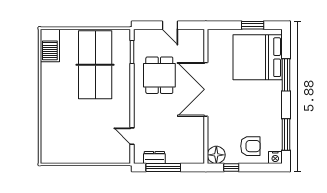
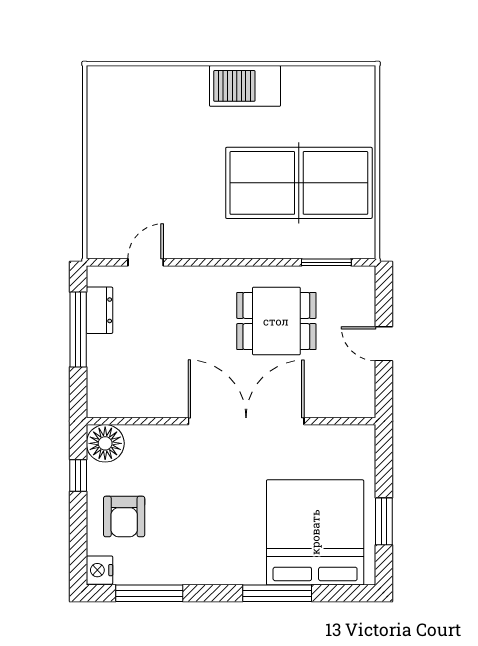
door: (170, 25) -> (384, 344), hinge flipped
barbecue: (50, 45) -> (245, 86), moved

